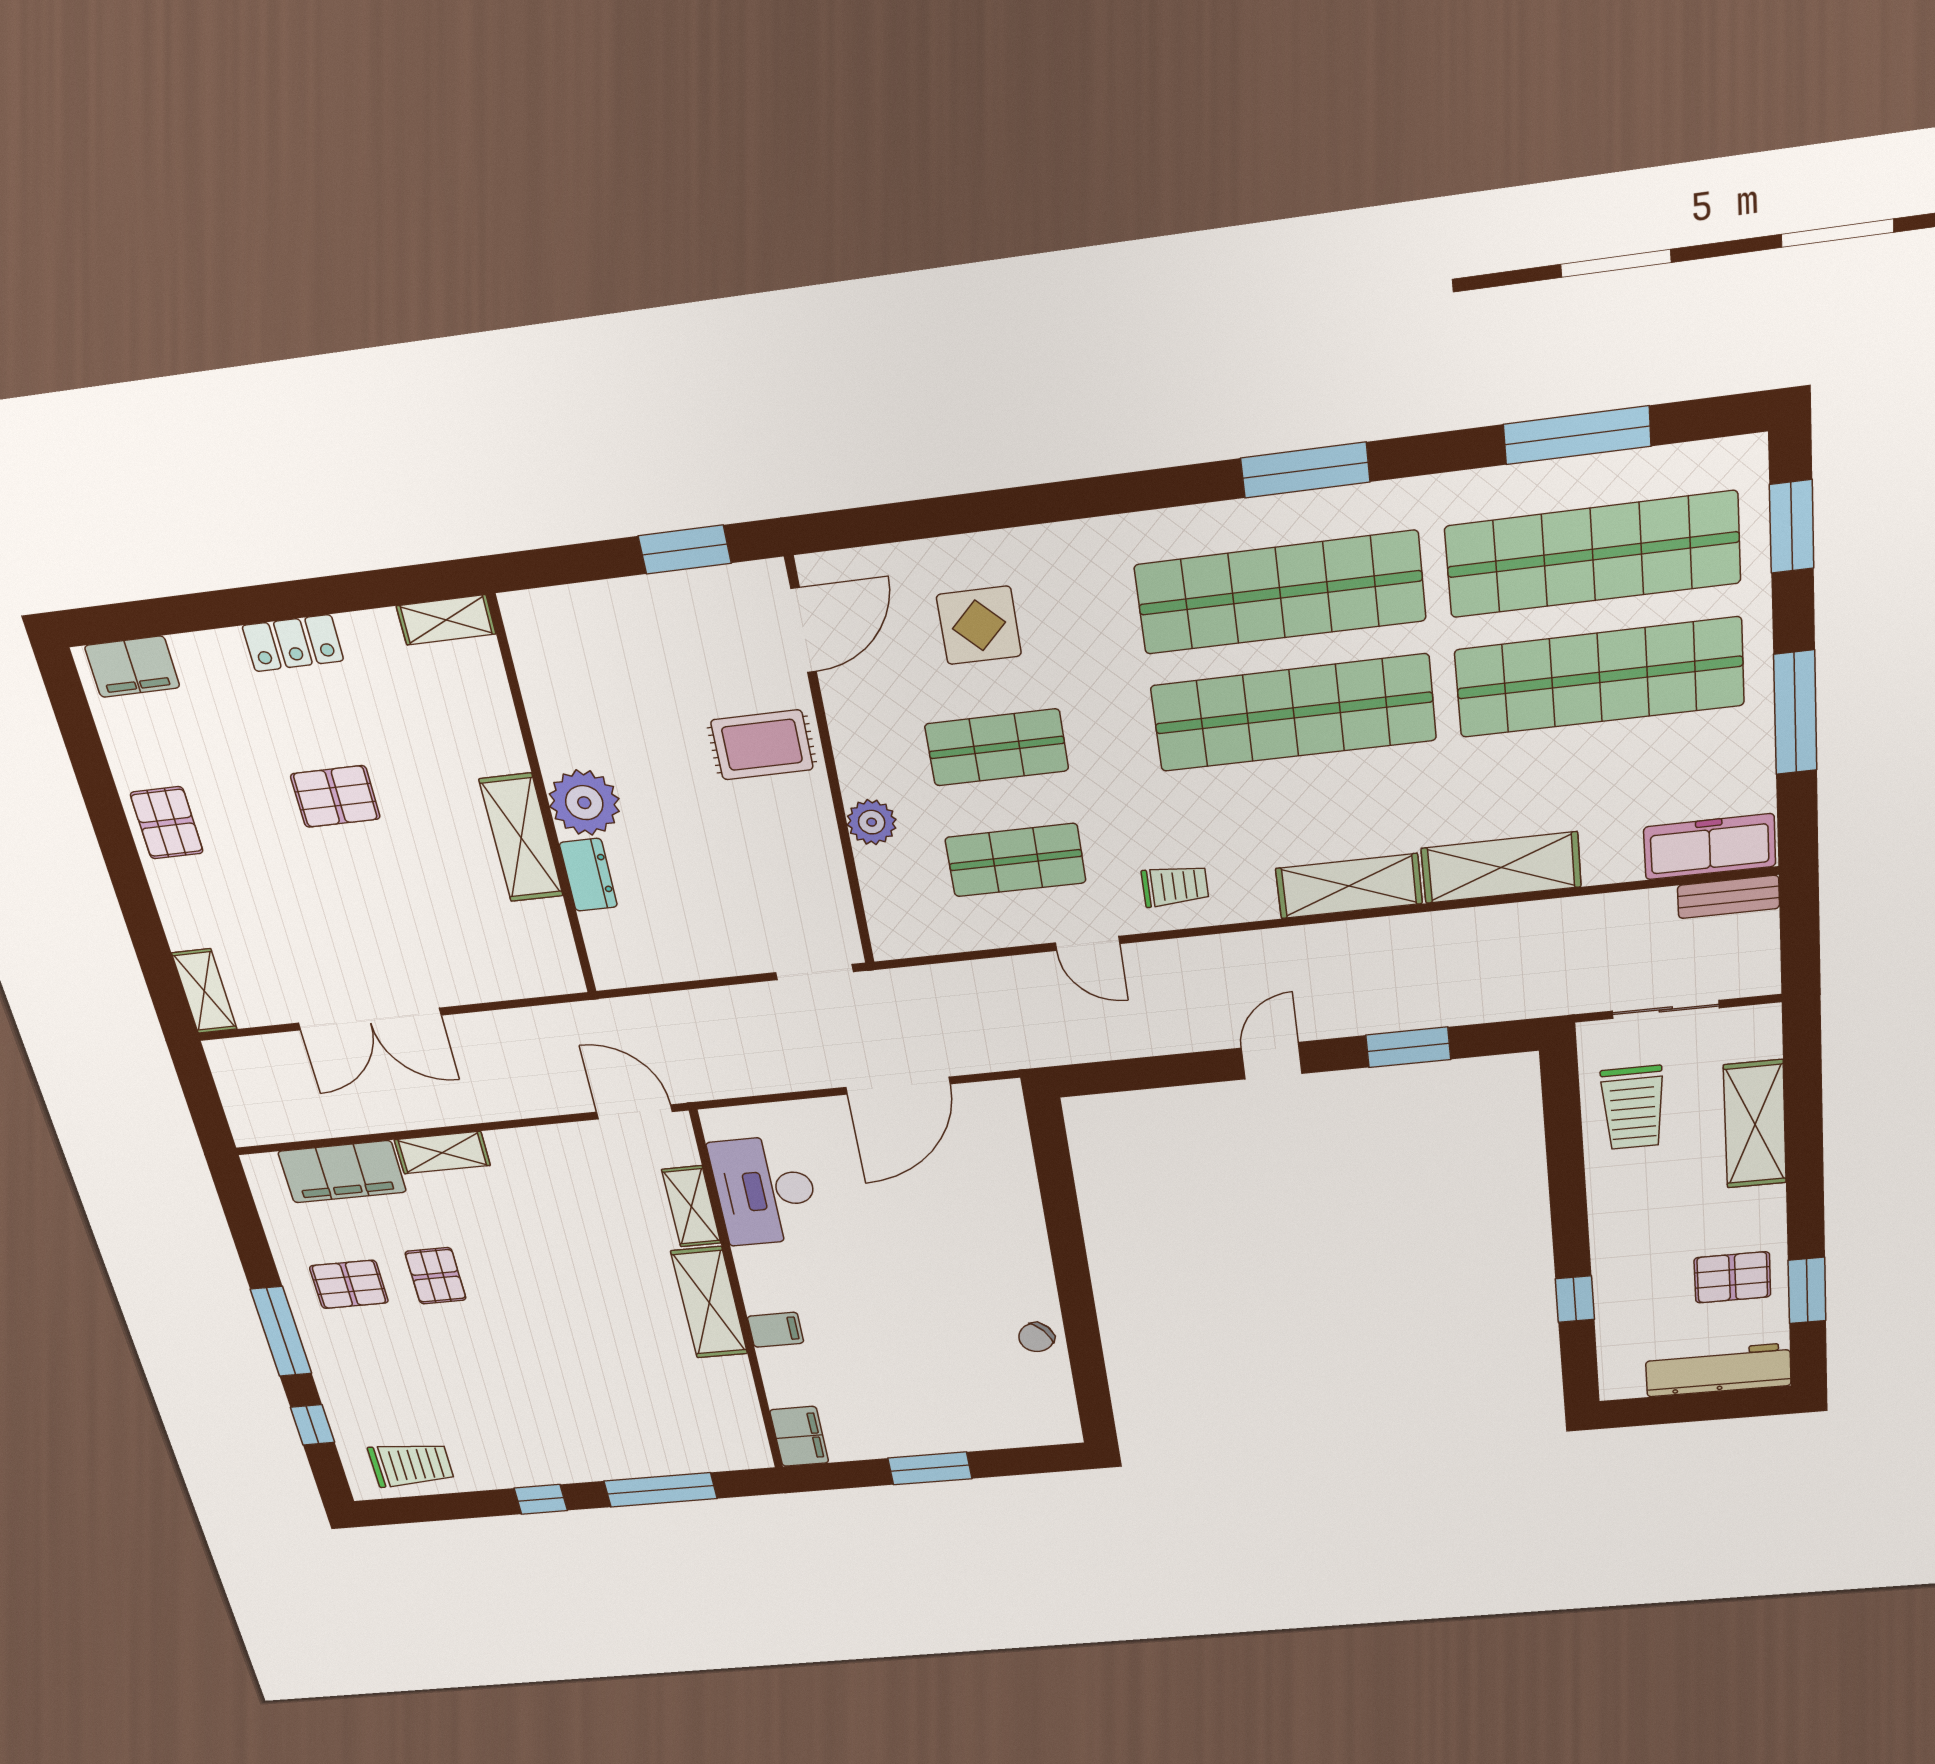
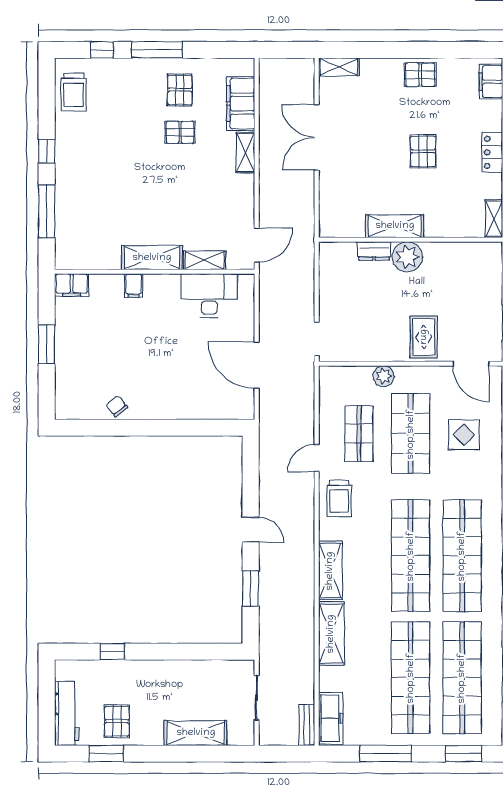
shop shelf: (997, 747) -> (411, 434), width x1.43, depth x1.36
trolley: (1175, 886) -> (339, 498), width x1.36, depth x1.39
trolley: (1633, 1108) -> (210, 682), removed

